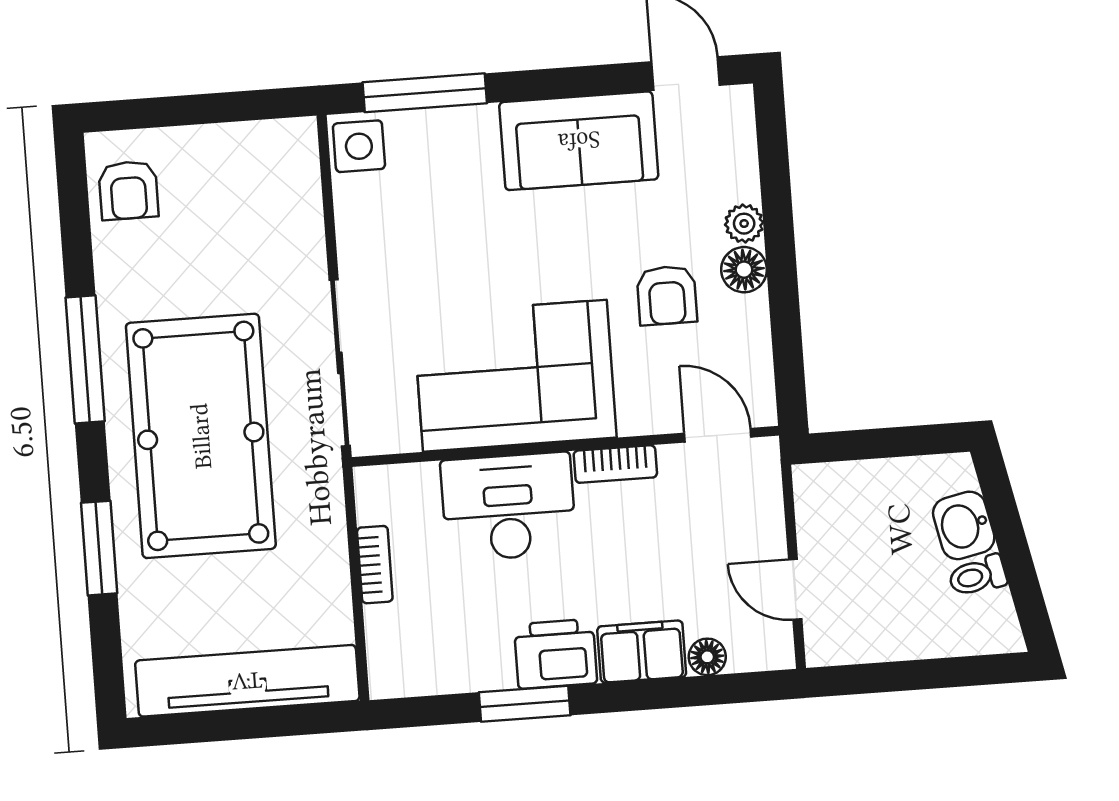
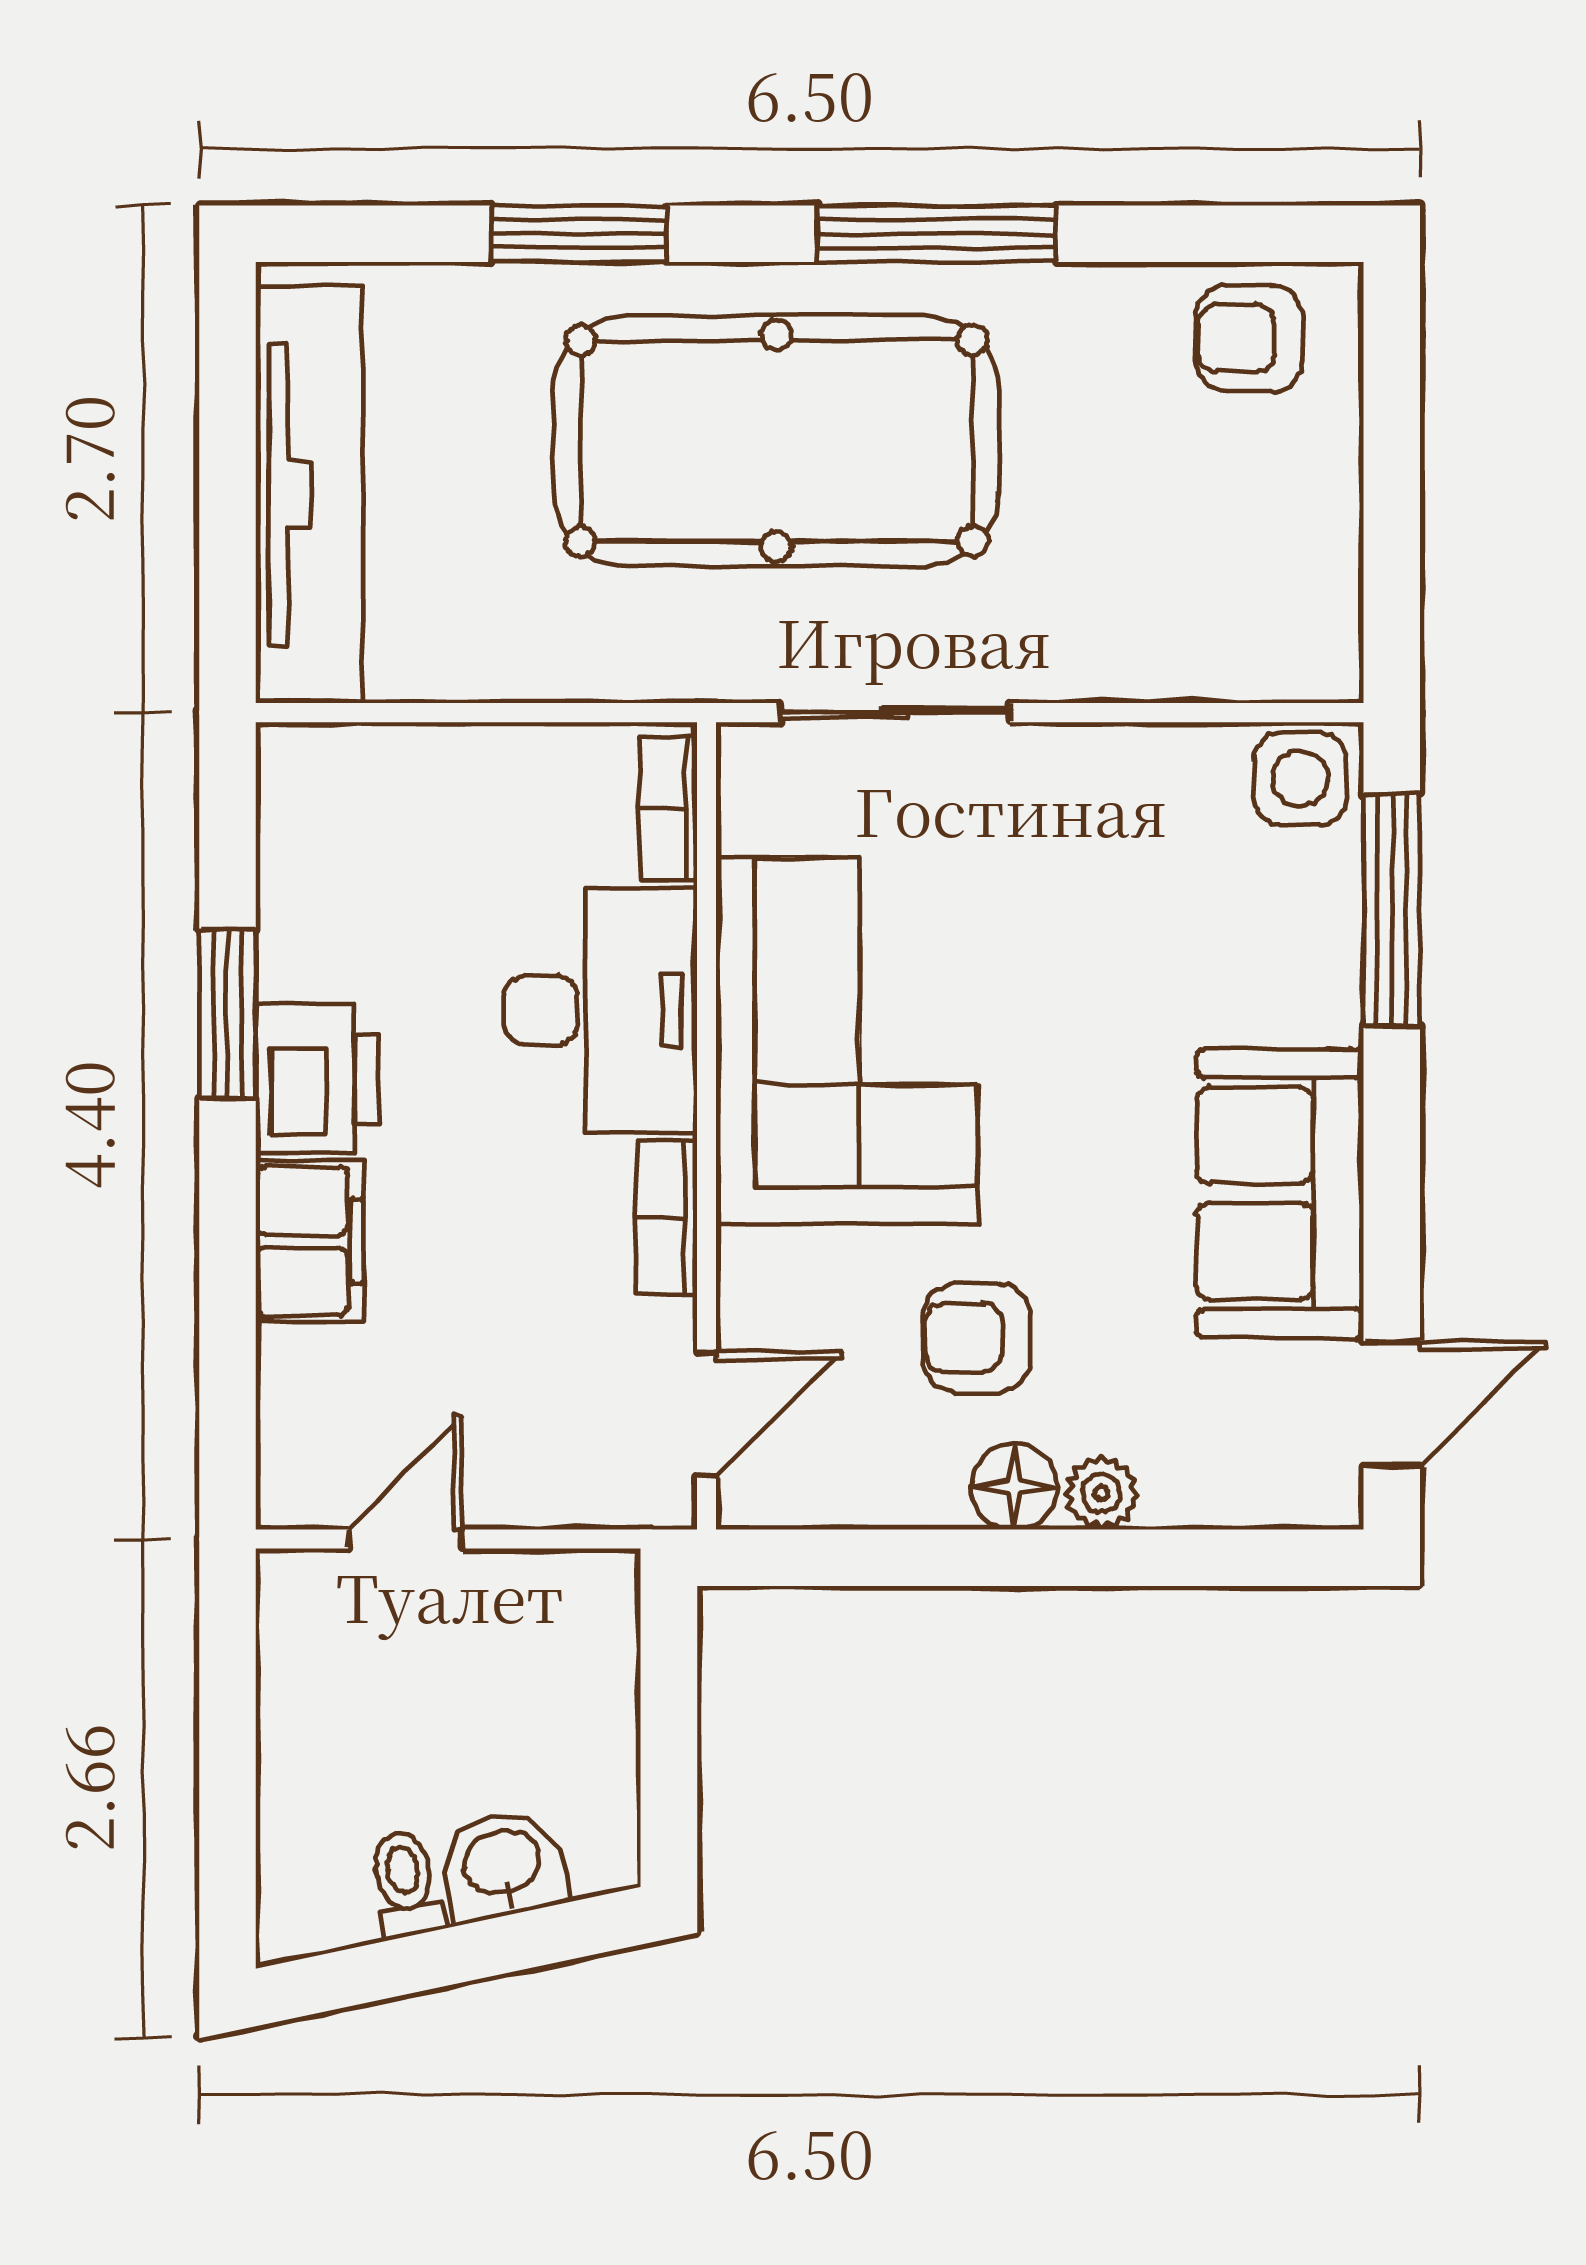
sliding door: (340, 363) -> (895, 713), width x0.73
bookcase: (375, 565) -> (668, 808), moved, turned 90
floor lamp: (707, 657) -> (290, 1364), removed

